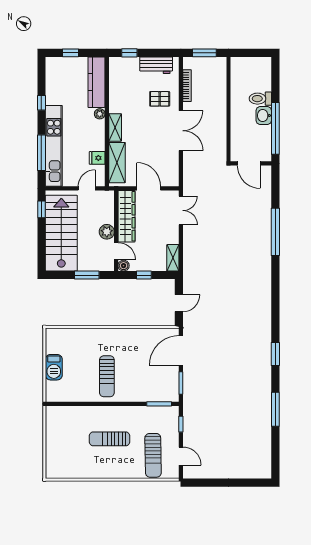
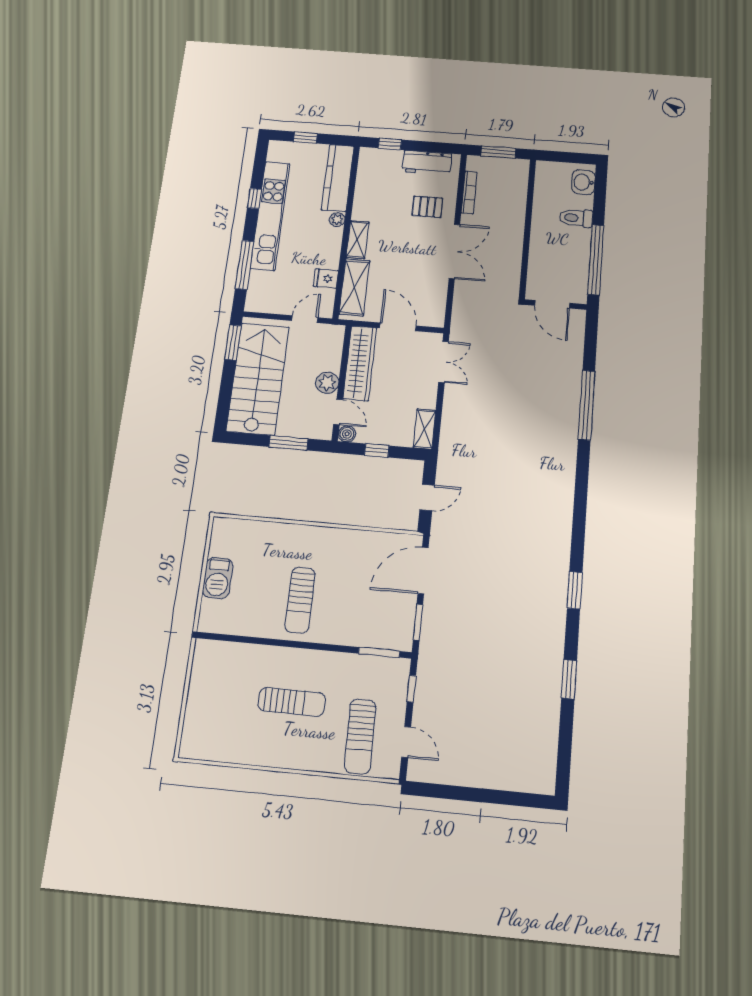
washbasin: (264, 116) -> (583, 182), moved
kitchen unit: (54, 146) -> (270, 216), moved
window: (41, 209) -> (233, 343), width x1.50
window: (275, 409) -> (569, 679), width x0.69
sun lounger: (110, 439) -> (292, 702), turned 180

